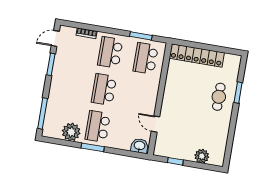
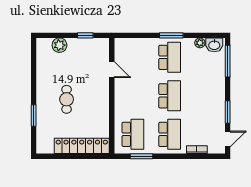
cafe table: (219, 97) -> (67, 99), moved
plant: (71, 132) -> (200, 43), width x0.53, depth x0.53
washbasin: (140, 146) -> (214, 45), moved

